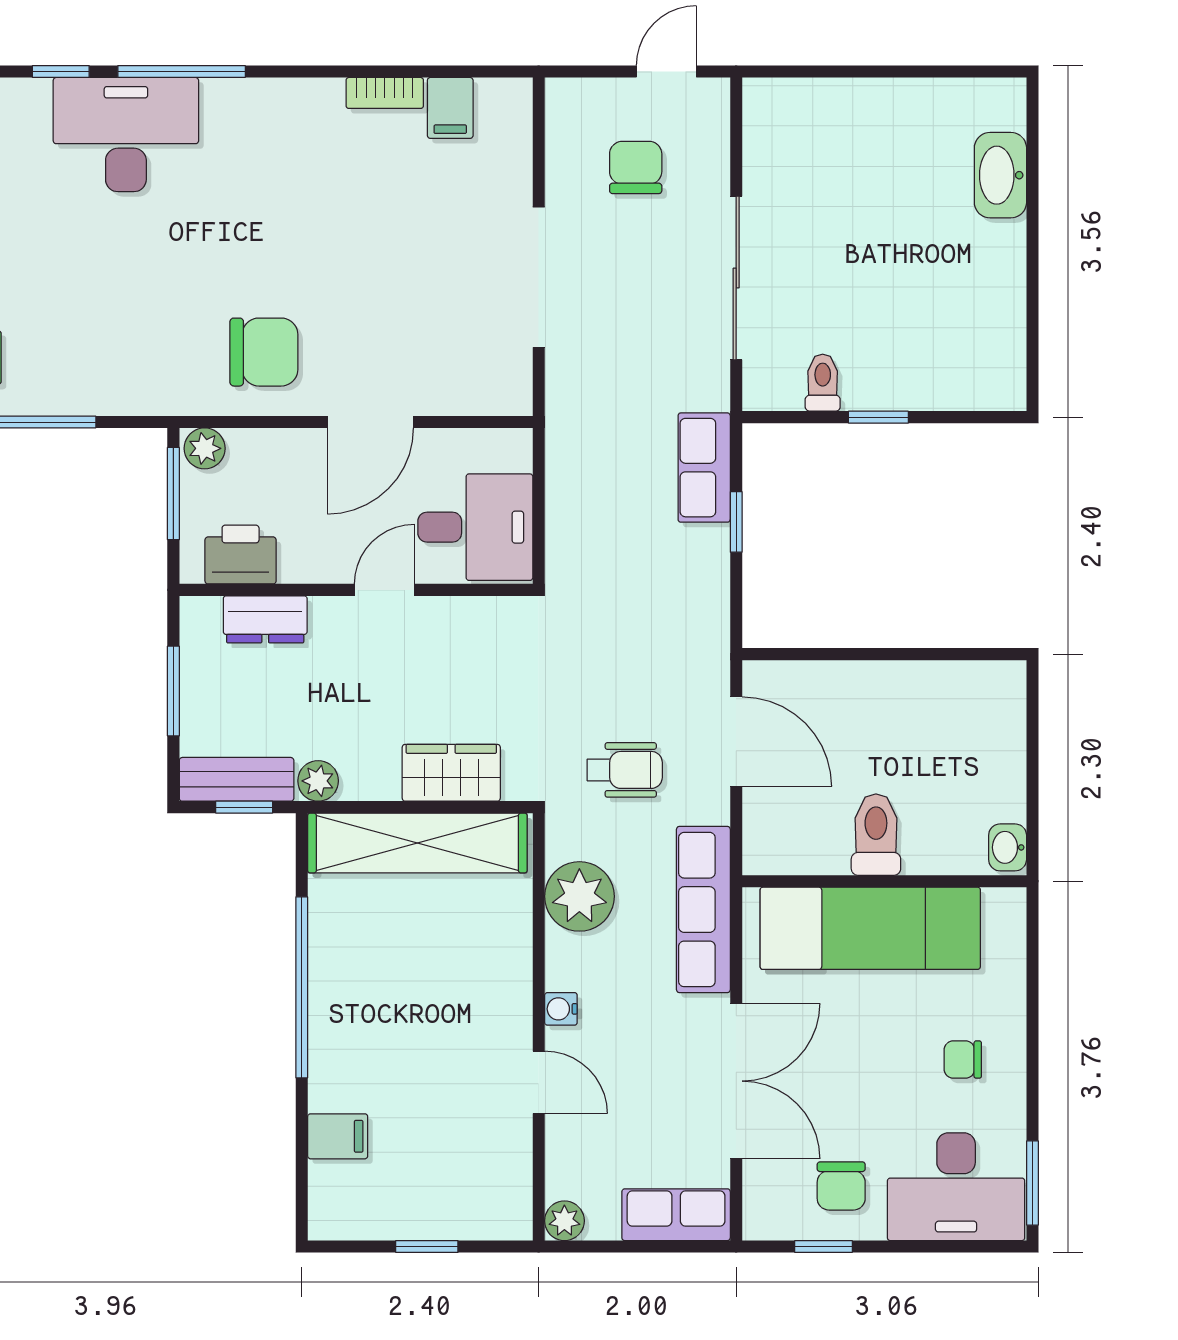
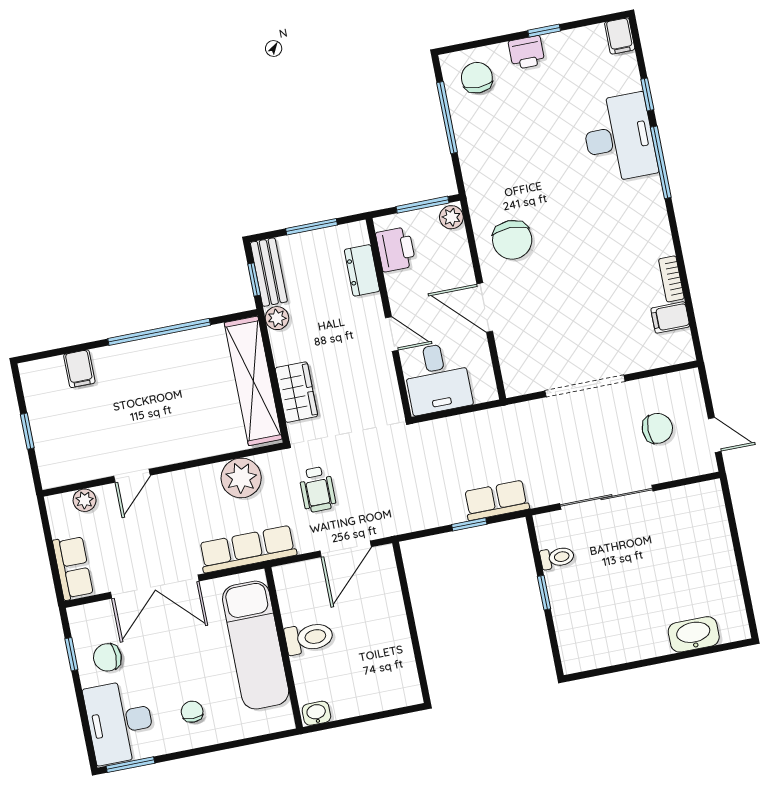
water cooler: (561, 1009) -> (176, 480), removed
plant: (564, 1221) -> (85, 500), moved

